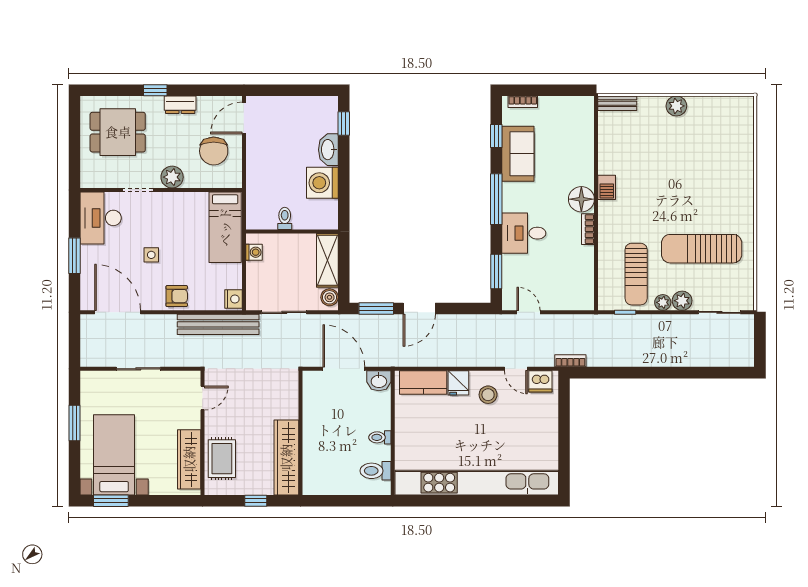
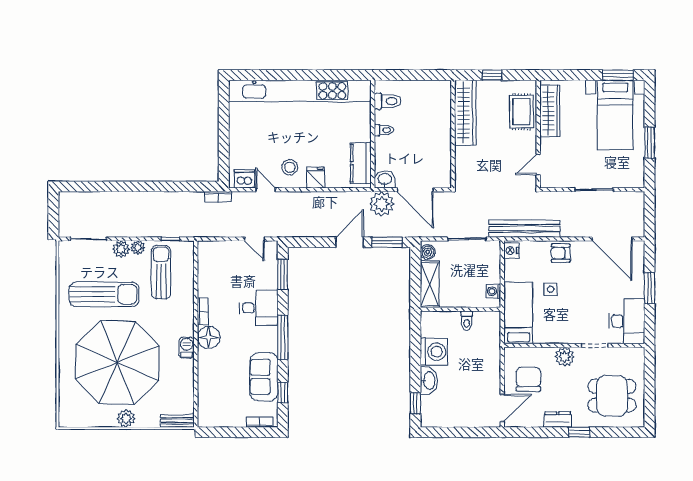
parasol: (686, 171) -> (117, 362), added
side table: (151, 255) -> (550, 289), moved
plant: (382, 353) -> (382, 204), added
kitchen counter: (423, 383) -> (361, 163), moved, turned -90

